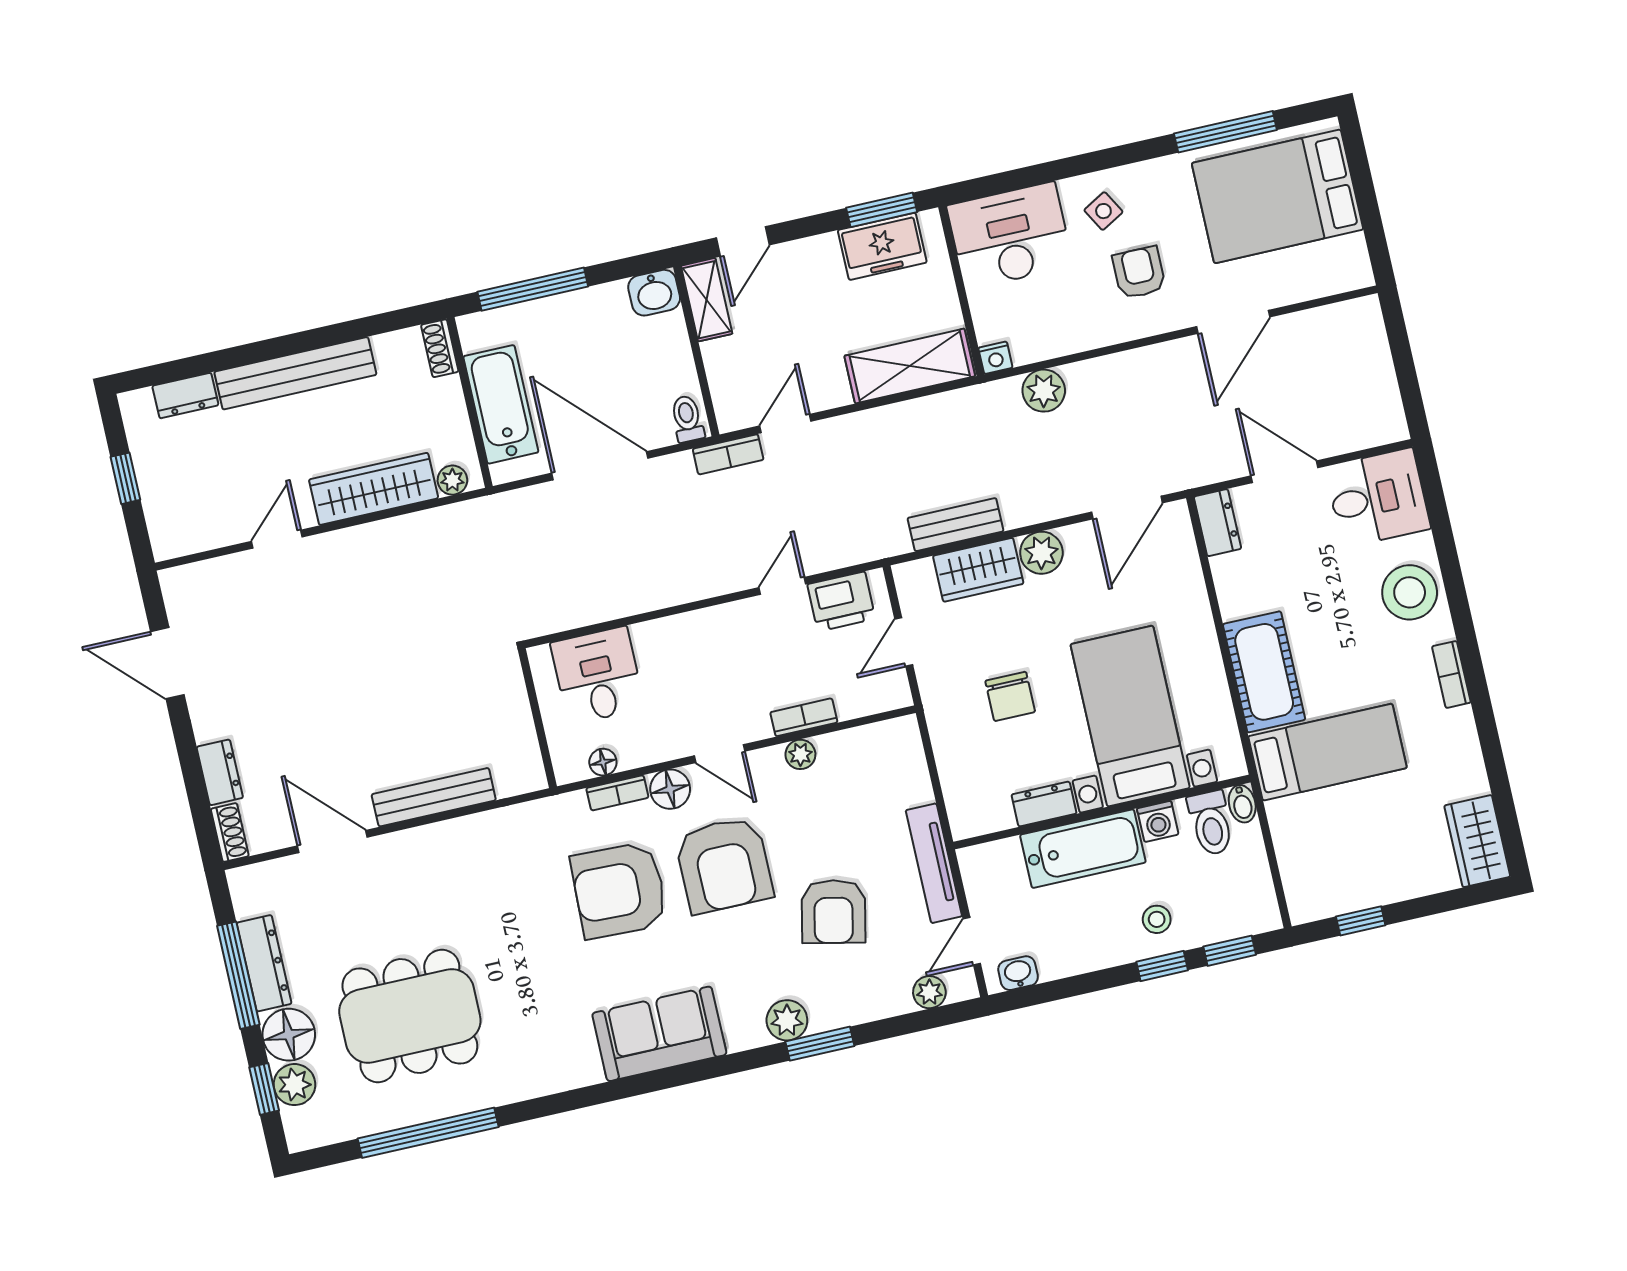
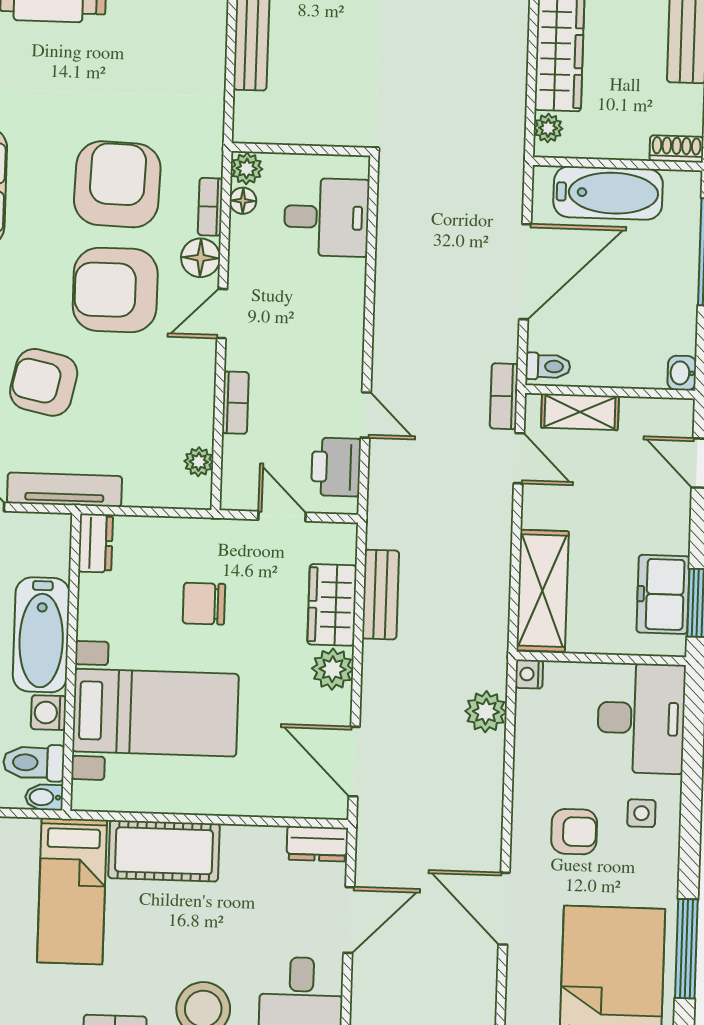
side table: (1103, 211) -> (641, 813), turned 30
washbasin: (654, 293) -> (682, 373), width x0.72, depth x0.69
shelving: (707, 300) -> (580, 412), moved
plant: (800, 754) -> (199, 462), moved
plant: (570, 767) -> (247, 169), added
dresser: (1044, 804) -> (96, 543), moved

